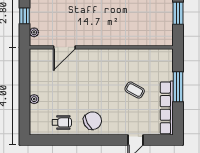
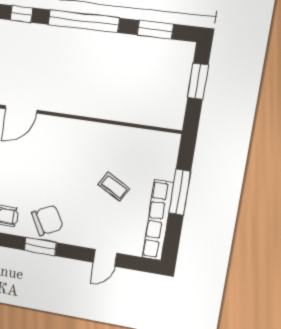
window: (90, 140) -> (40, 246), added

